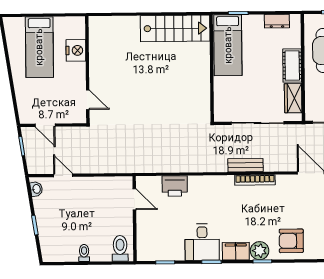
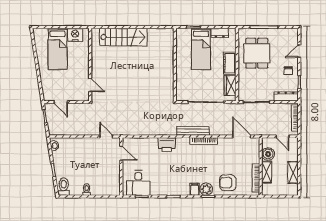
stairs: (175, 28) -> (123, 37), moved
bed: (228, 45) -> (201, 49), moved
nightstand: (76, 50) -> (75, 35), moved, turned -90
bench: (246, 165) -> (193, 131), width x1.36
door: (63, 175) -> (106, 136), moved
printer: (175, 186) -> (167, 145), moved
desk: (202, 242) -> (138, 183), moved
toilet: (120, 248) -> (64, 187), moved
filing cabinet: (236, 251) -> (195, 189), width x0.50

